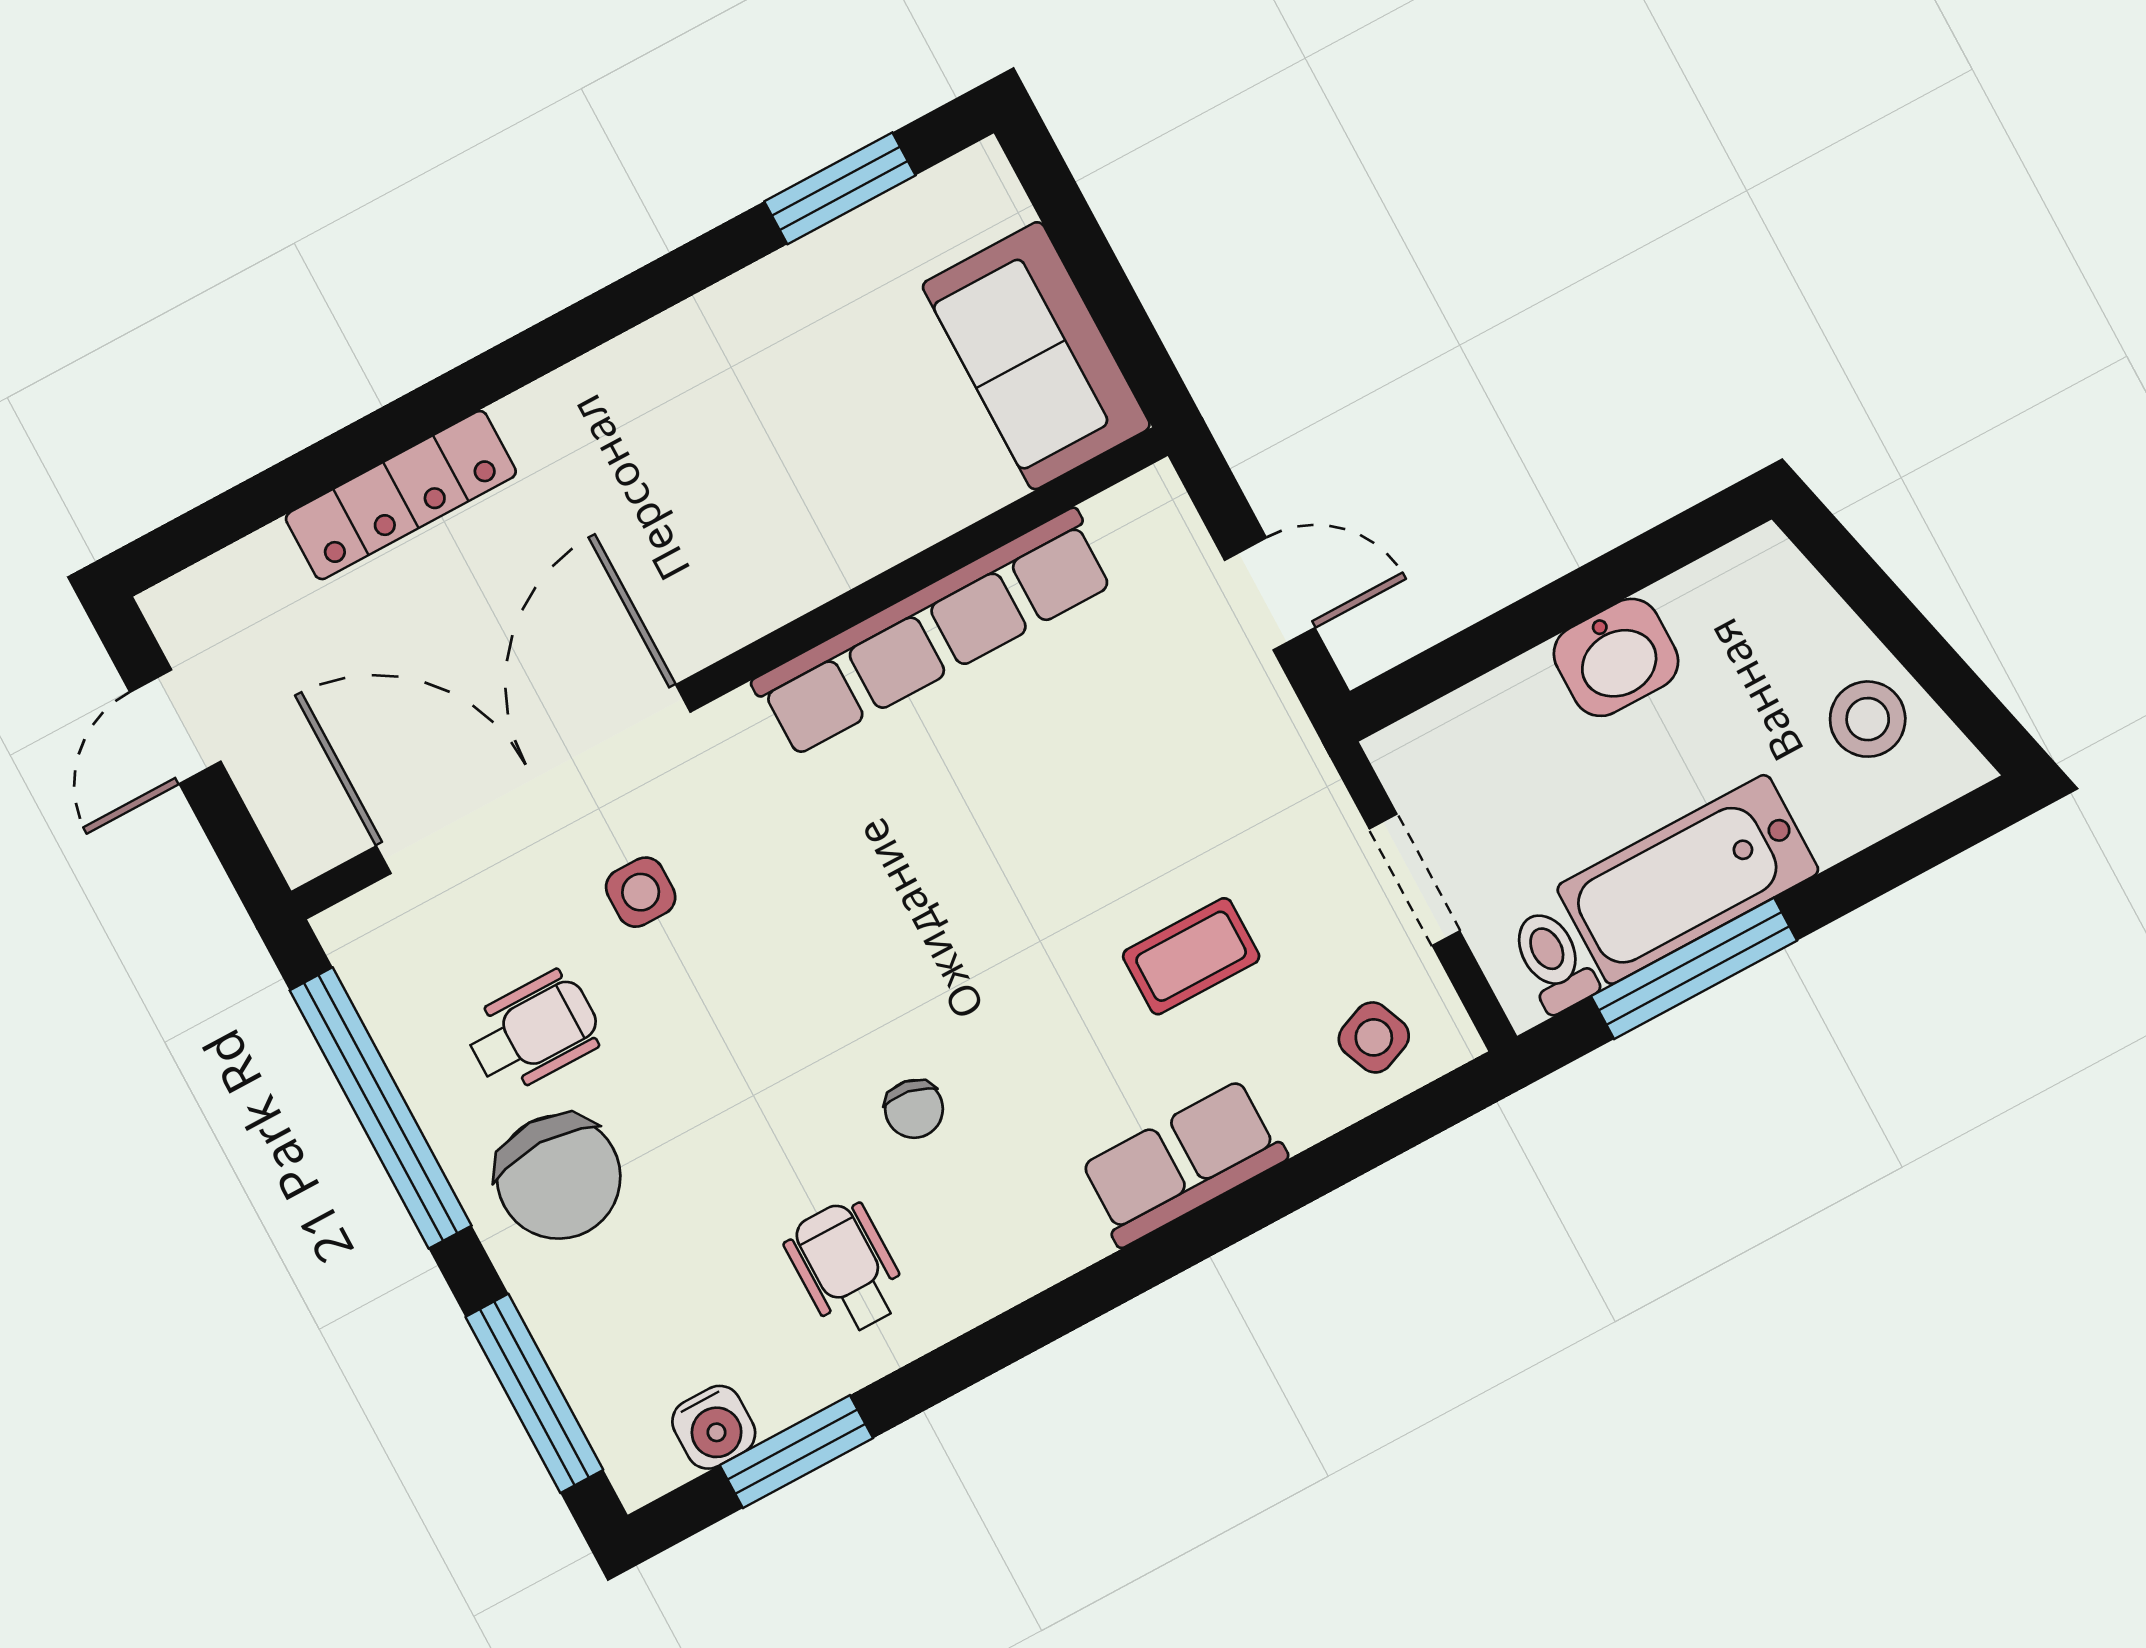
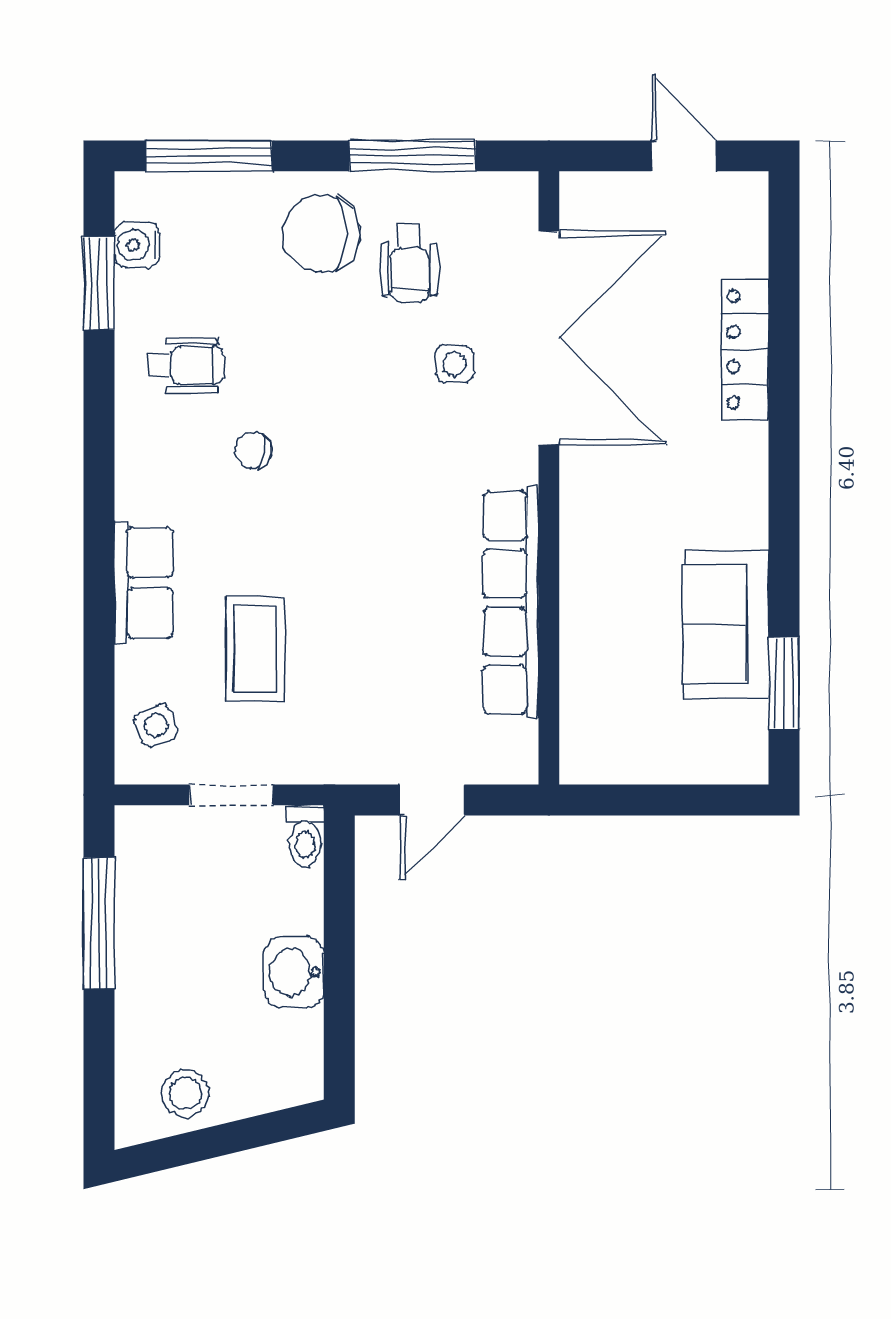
sofa: (1036, 356) -> (726, 624), moved, turned -90
bathtub: (1688, 879) -> (150, 946), removed
coffee table: (1191, 956) -> (255, 649), width x1.36, depth x1.30
toilet: (1553, 961) -> (305, 836), moved, turned 90
window: (381, 1108) -> (413, 156), width x0.68

